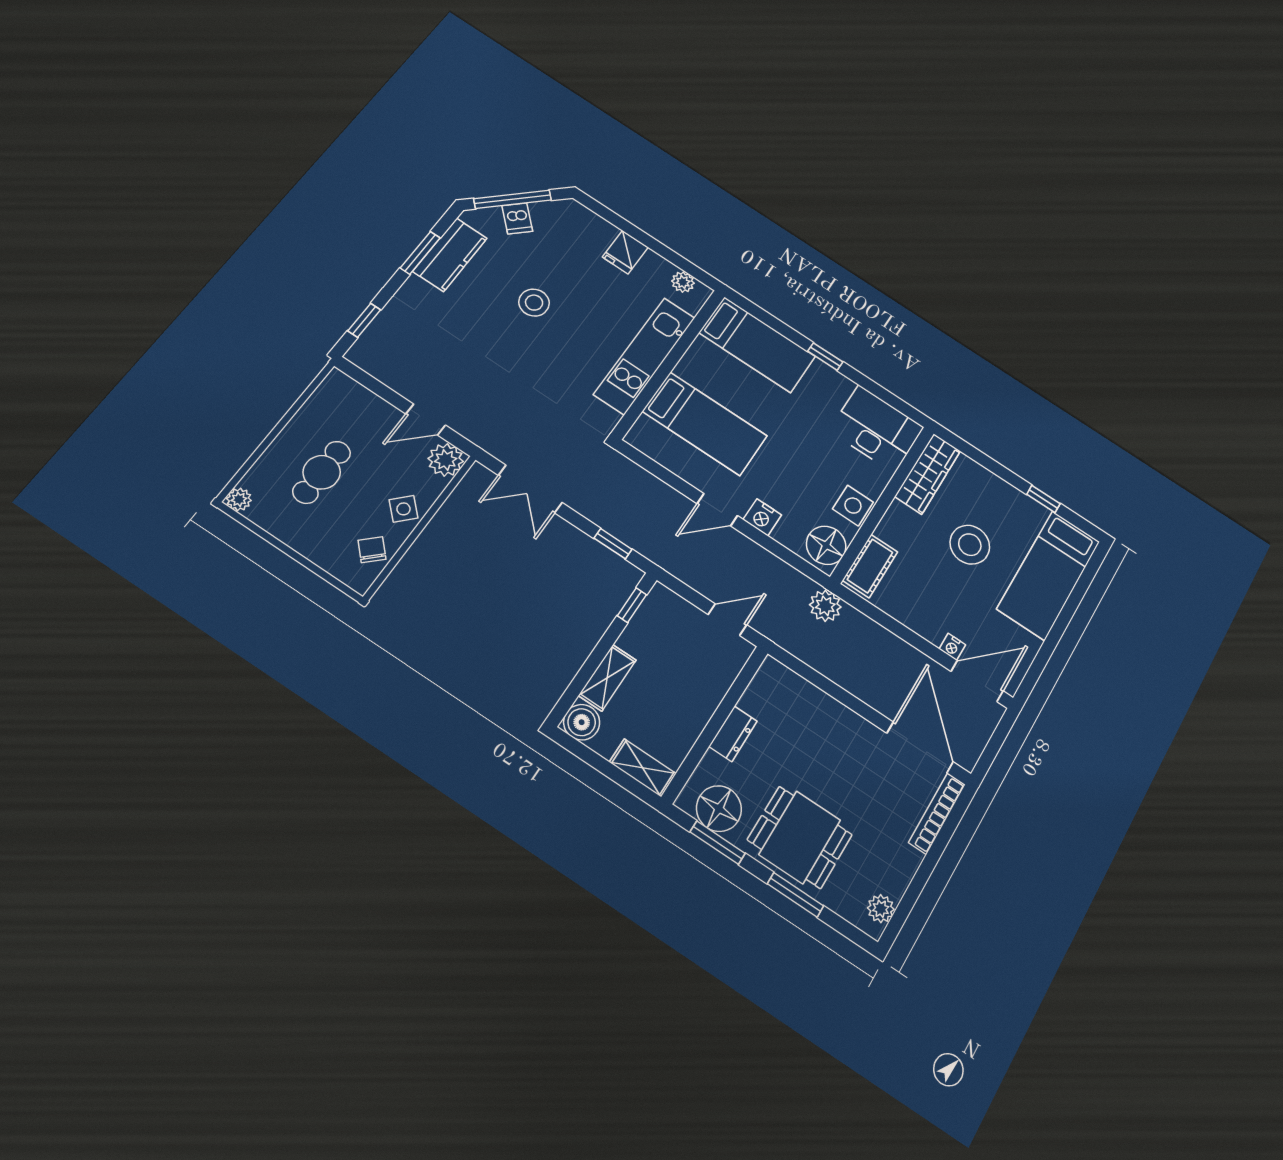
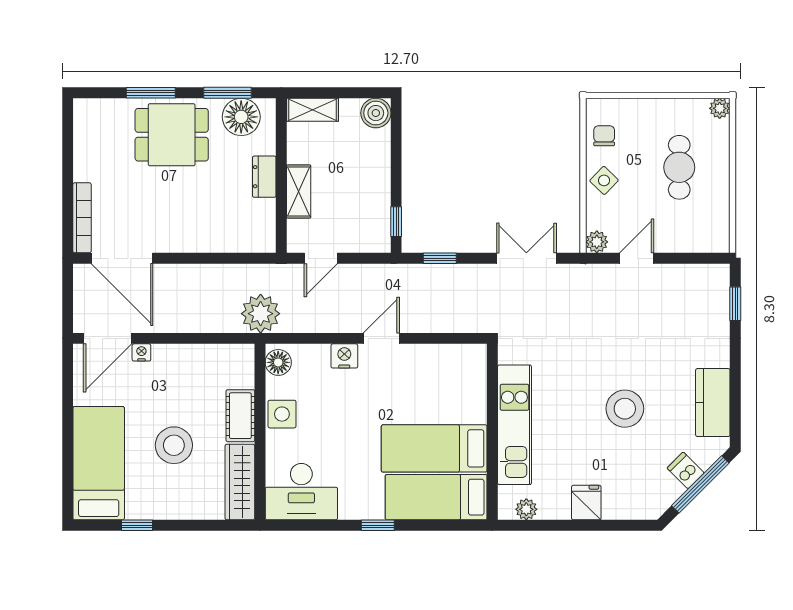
window: (420, 253) -> (735, 388), removed
stool: (534, 303) -> (625, 409), width x1.38, depth x1.38
bed: (705, 424) -> (434, 448), moved
plant: (446, 460) -> (597, 242), width x0.73, depth x0.73
floor lamp: (826, 545) -> (278, 362), width x0.73, depth x0.73
chair: (372, 550) -> (604, 136), turned -136
cot: (870, 566) -> (240, 416), moved
plant: (825, 606) -> (261, 314), width x1.36, depth x1.36
shelving: (607, 678) -> (299, 191), moved
plant: (881, 909) -> (84, 123), removed

